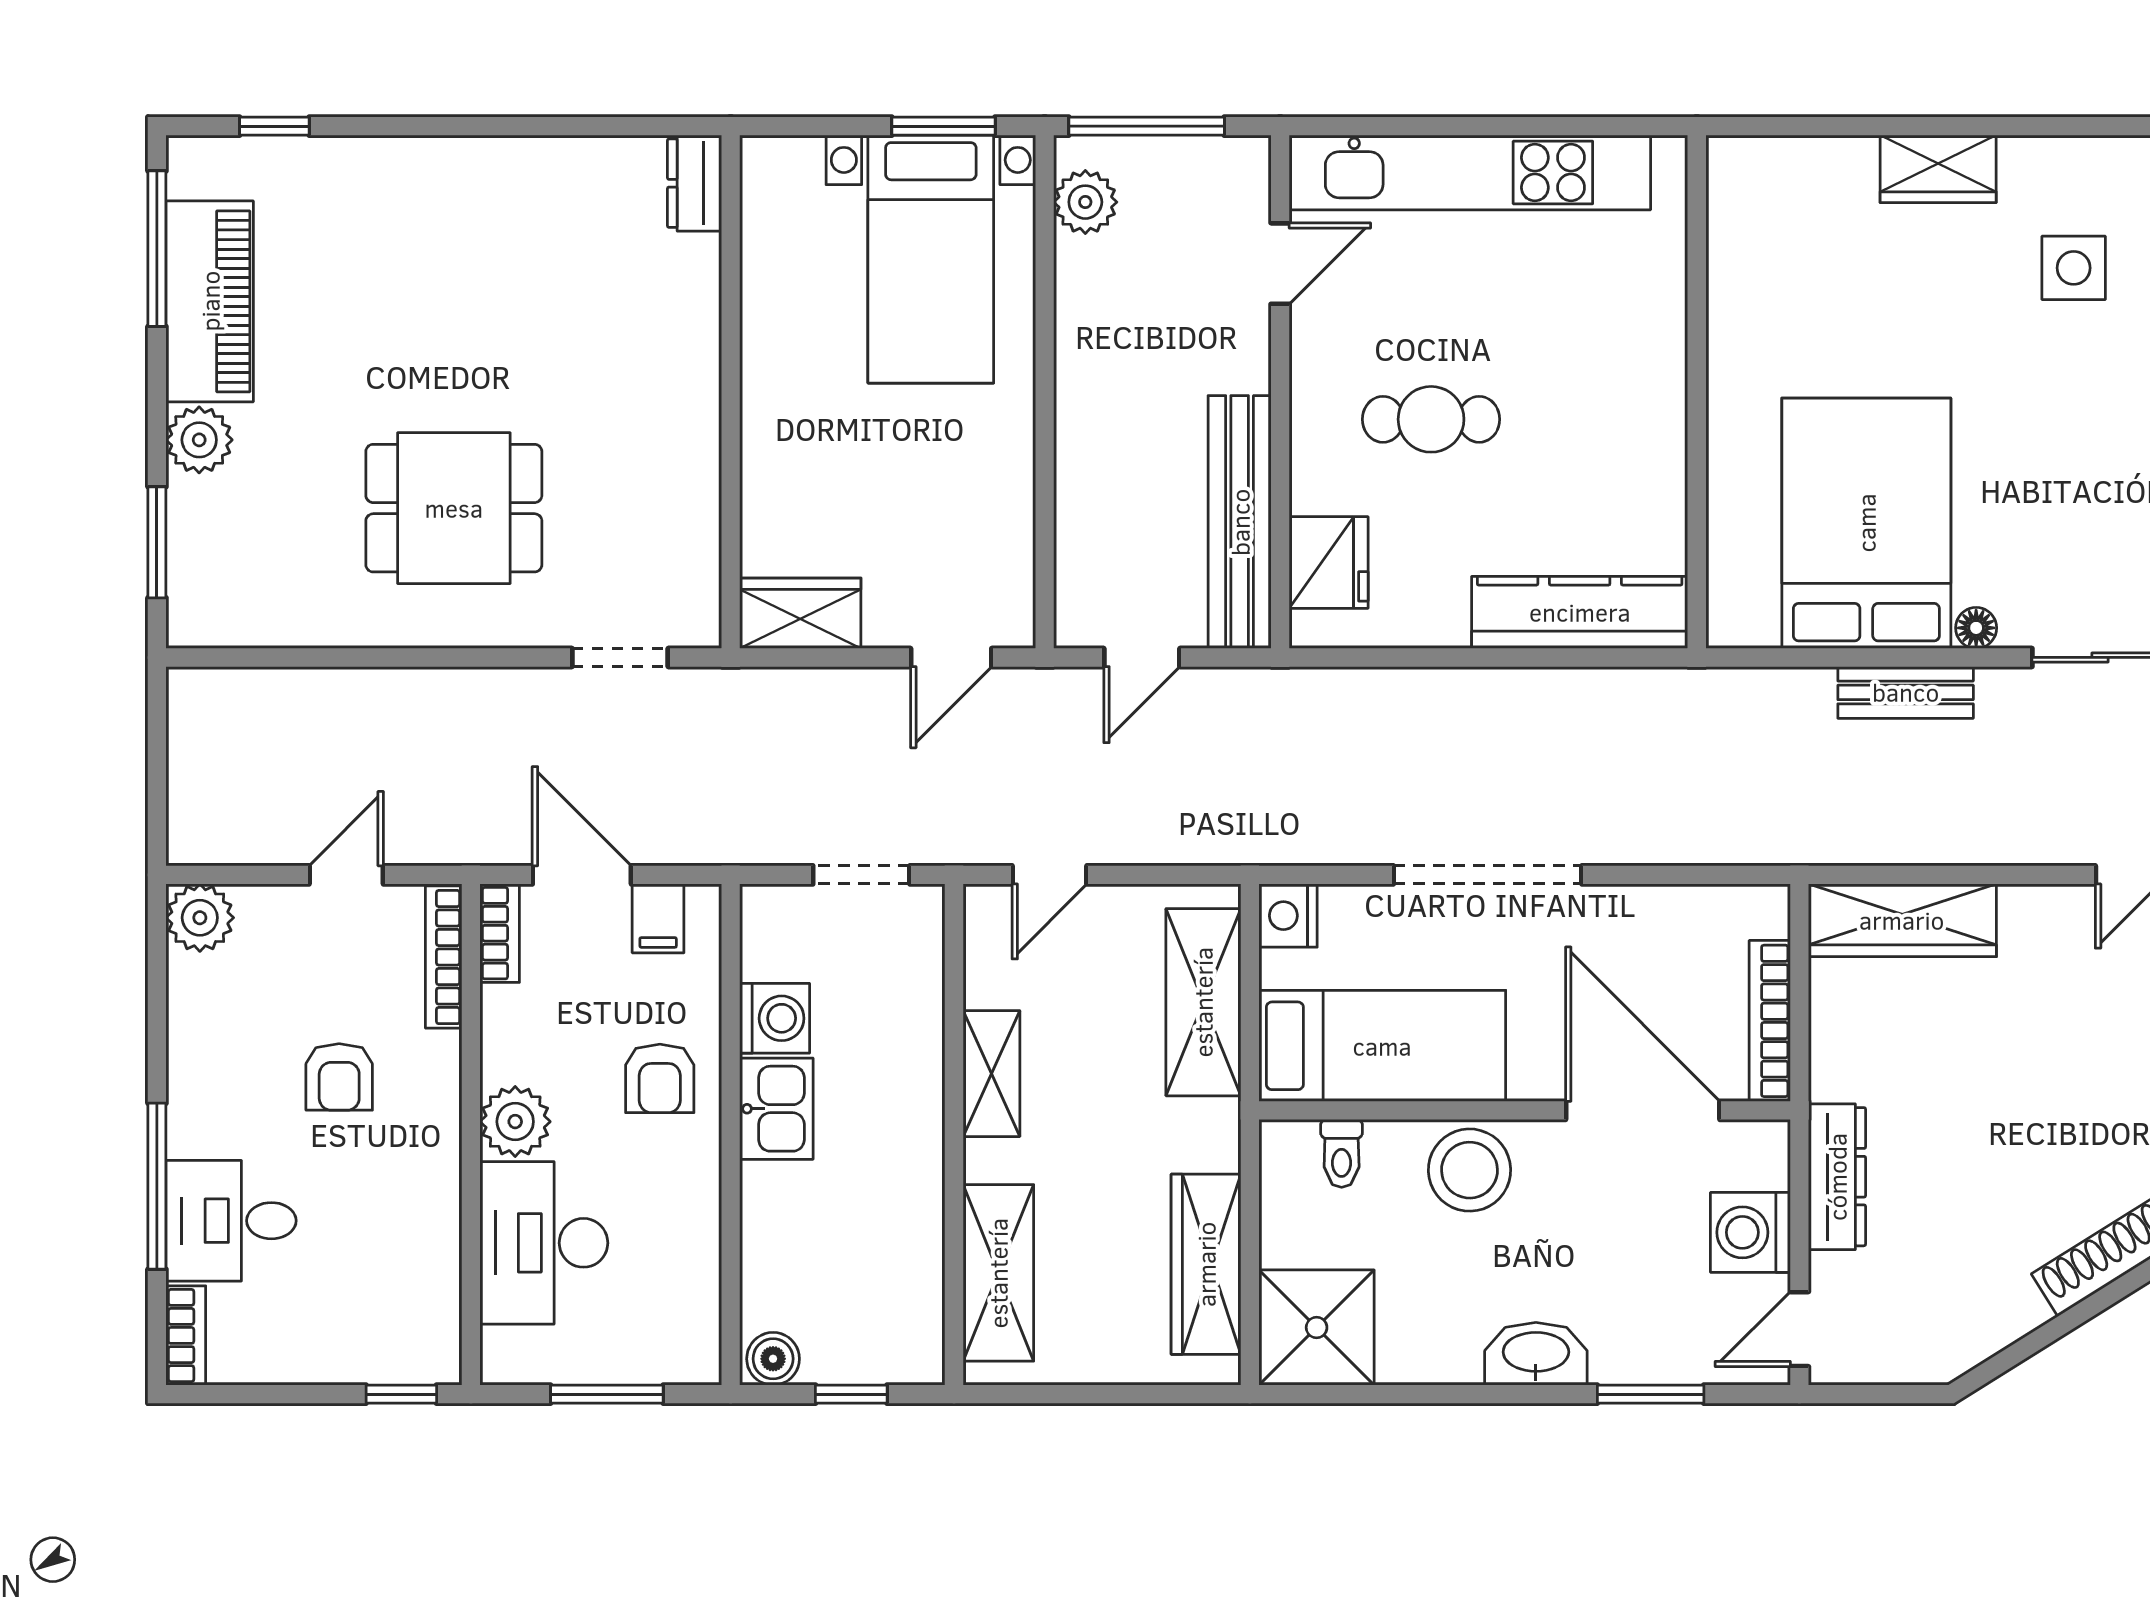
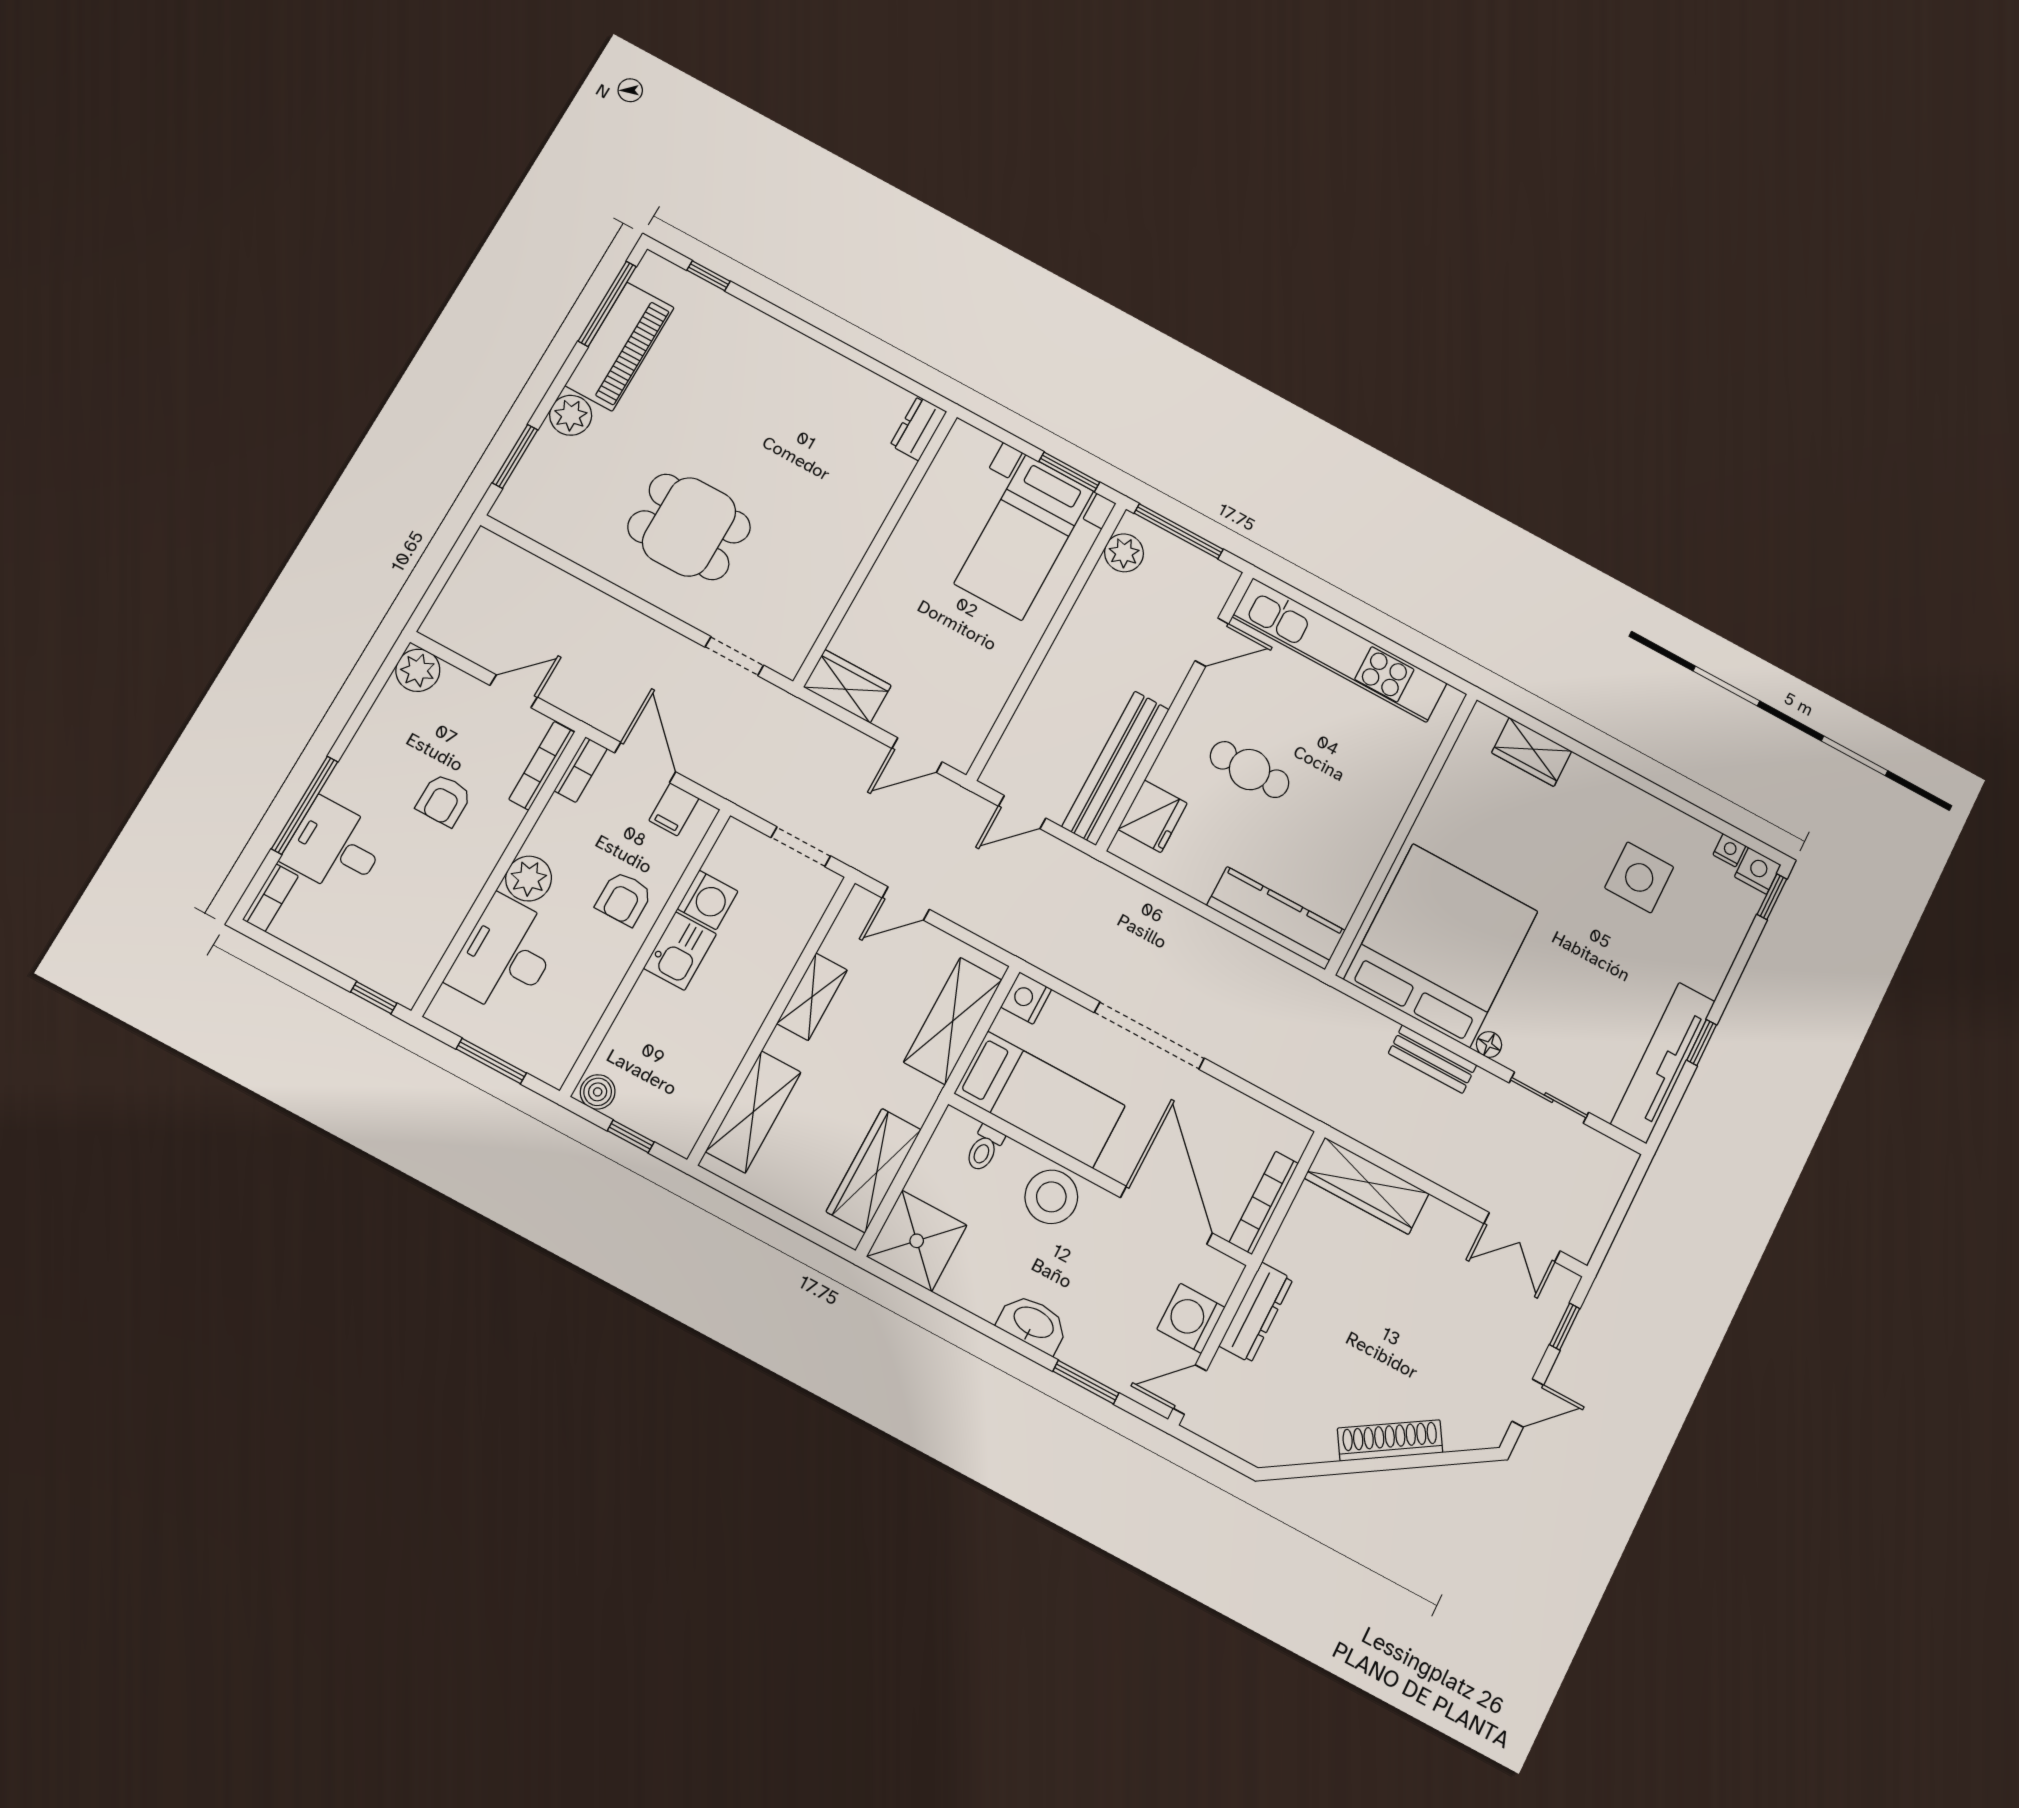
wardrobe: (1938, 169) -> (1532, 752), moved
side table: (2074, 268) -> (1639, 877), width x1.37, depth x1.37
bed: (1866, 523) -> (1441, 945), width x1.36

